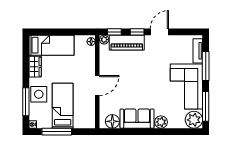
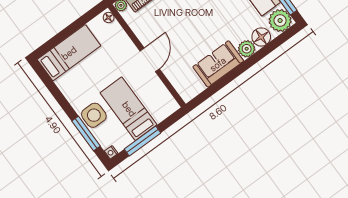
wardrobe: (35, 67) -> (68, 88), removed
floor lamp: (112, 121) -> (261, 37), moved

